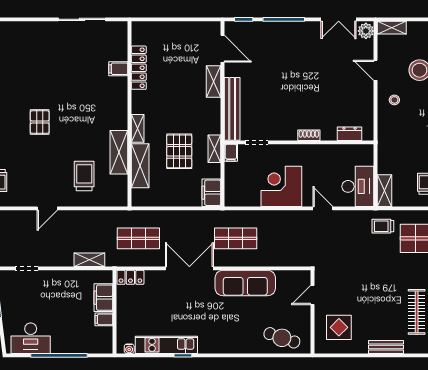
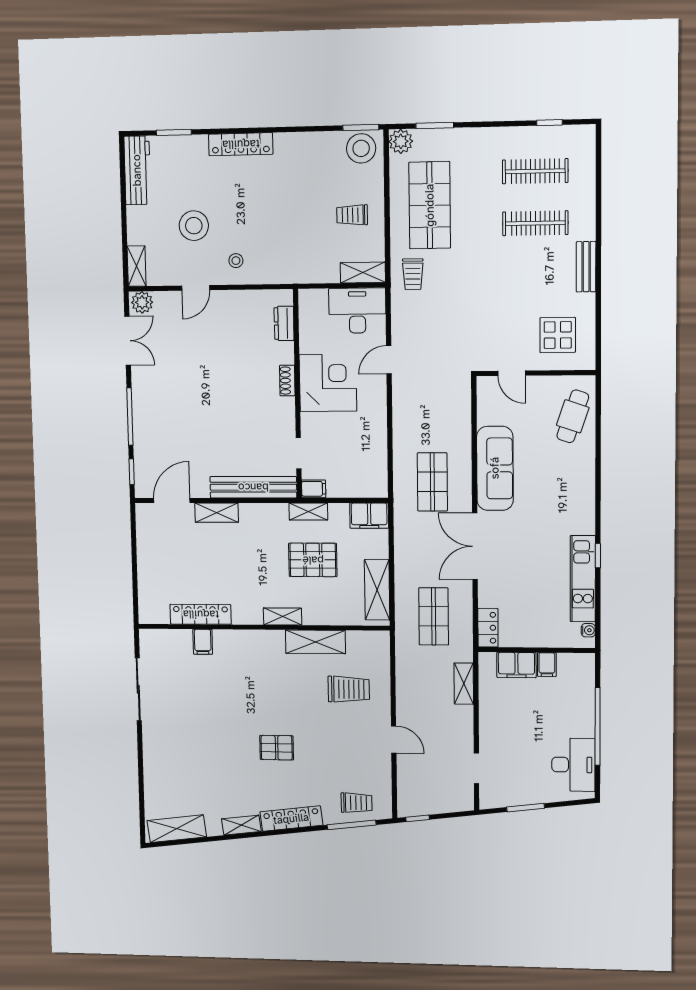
shelving: (140, 166) -> (377, 590), moved, turned 90
trolley: (84, 176) -> (349, 689), turned 180
corner desk: (281, 186) -> (328, 383), moved, turned 180

